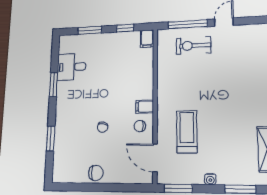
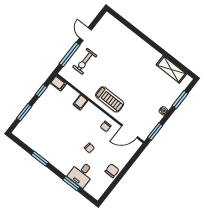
desk: (71, 67) -> (81, 174), moved
filing cabinet: (145, 107) -> (80, 102), moved
treadmill: (187, 132) -> (110, 99), moved, turned 180

